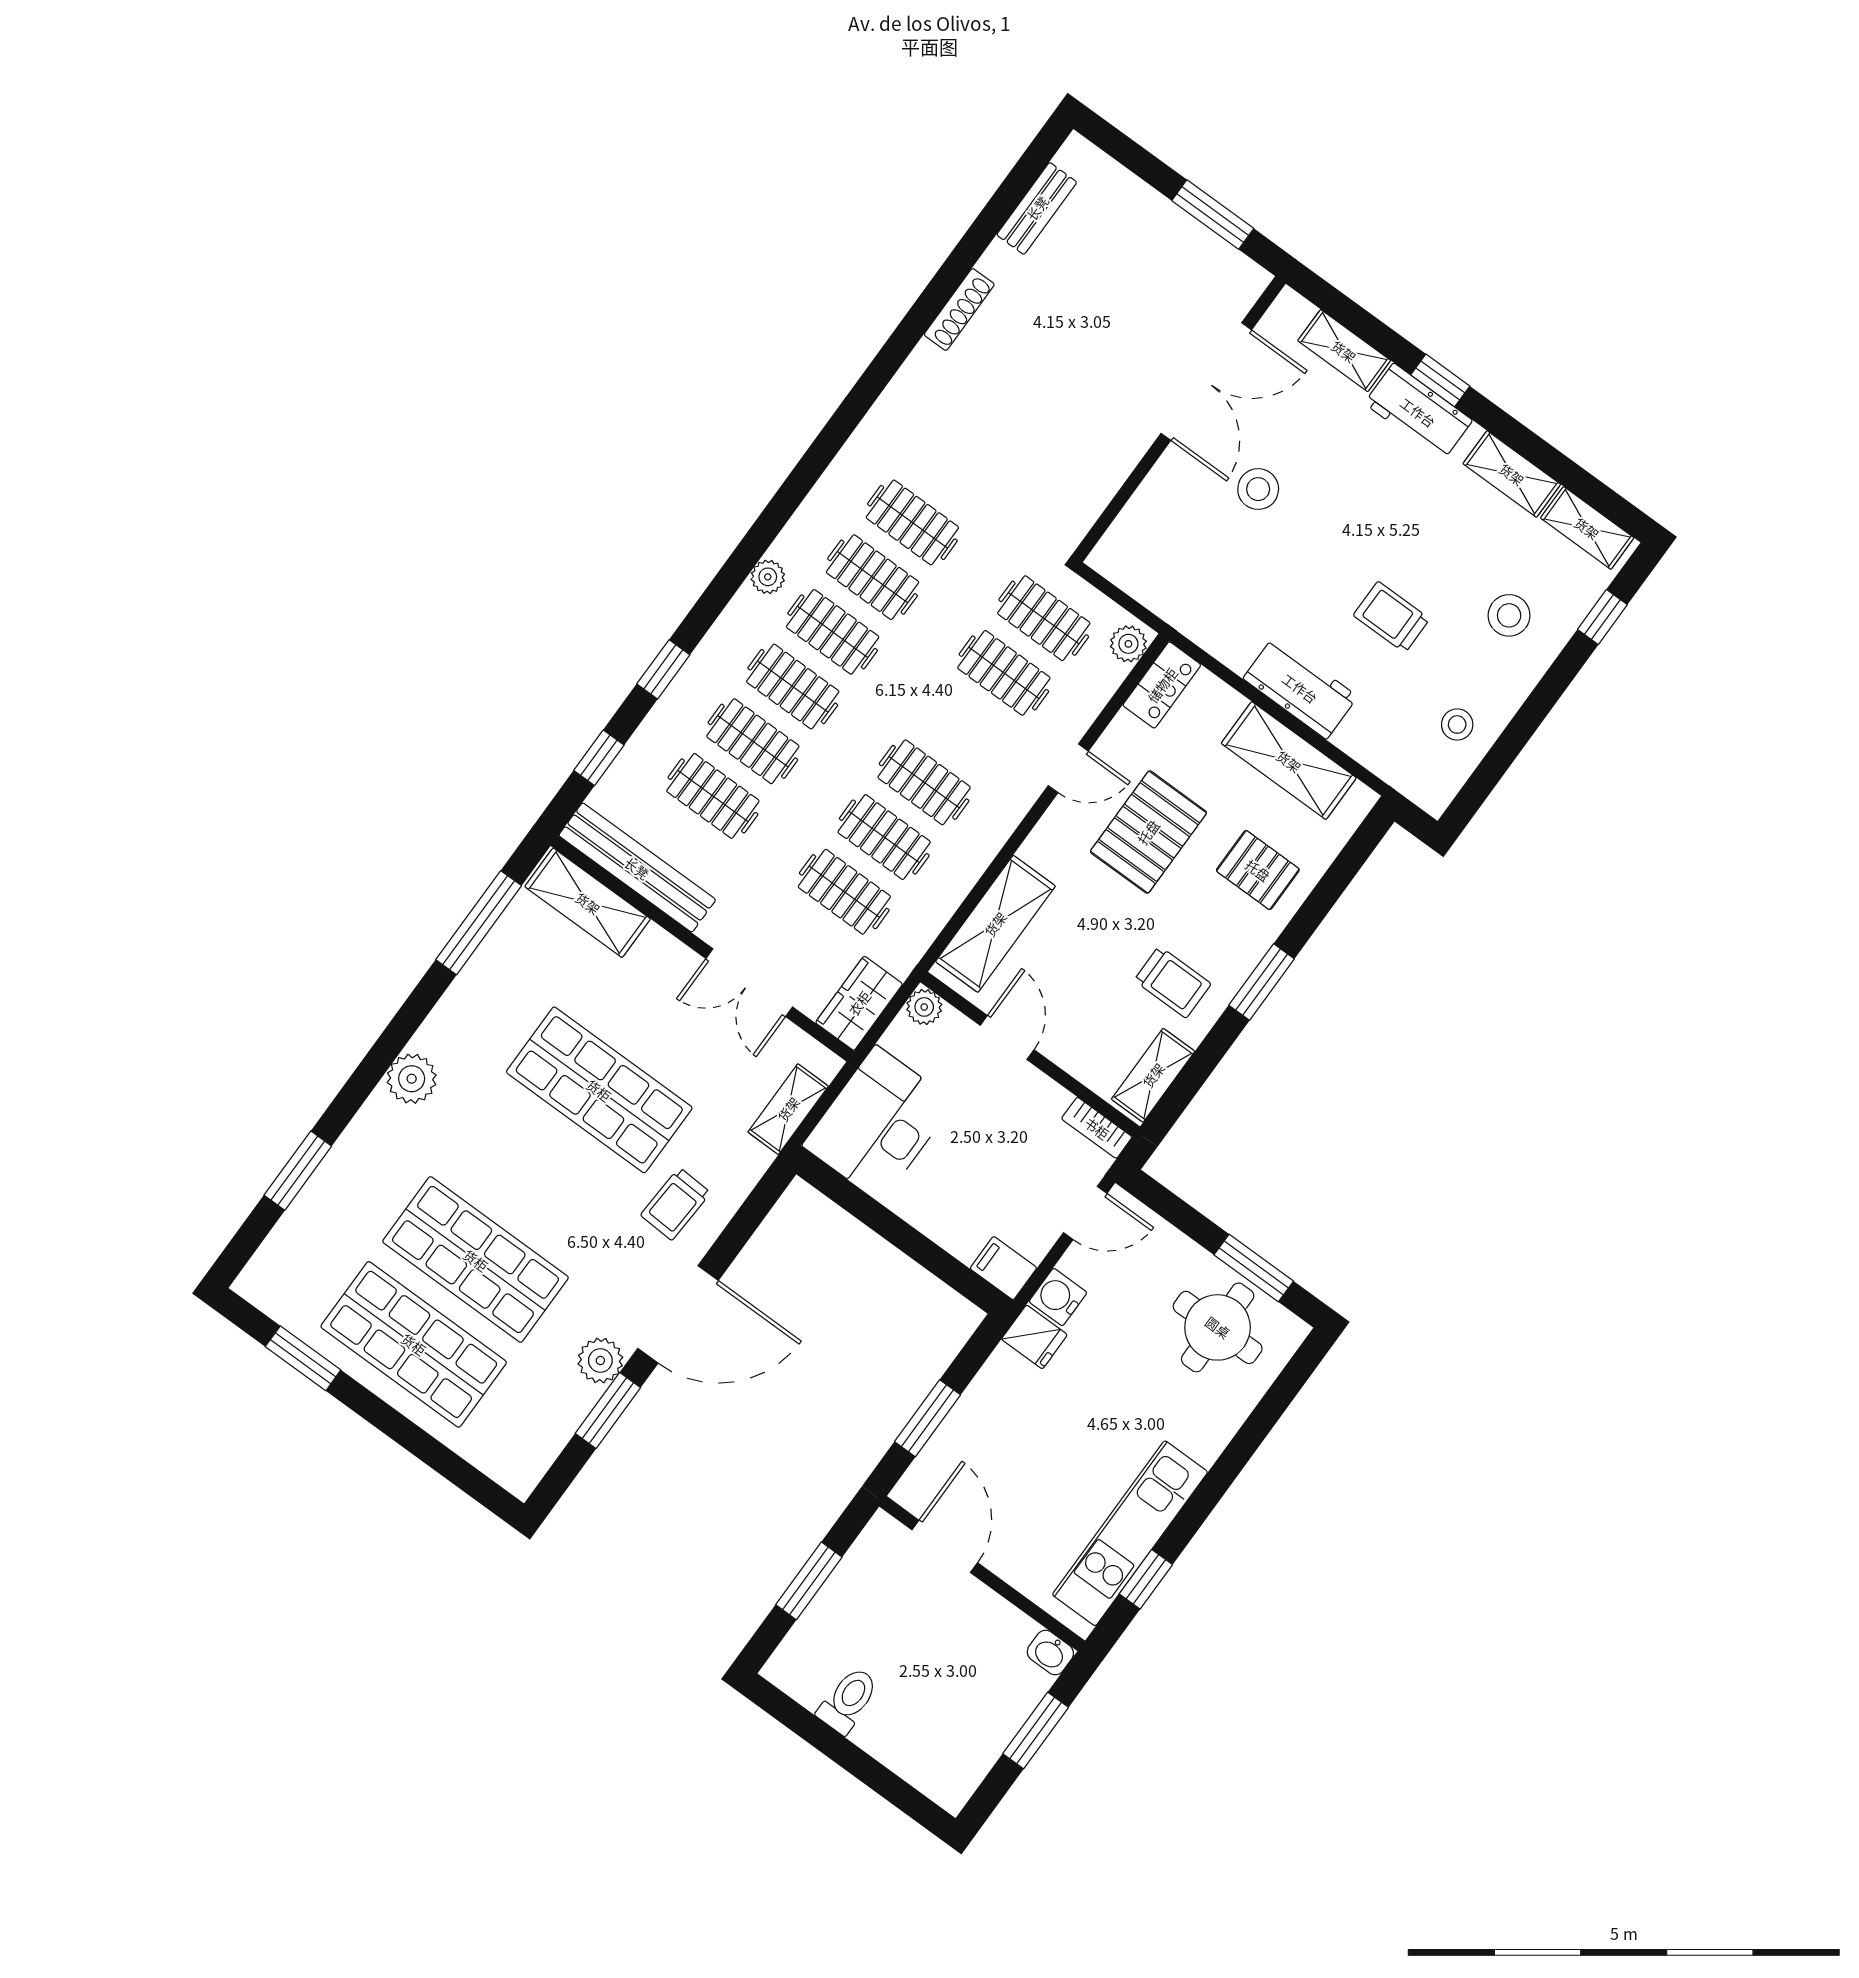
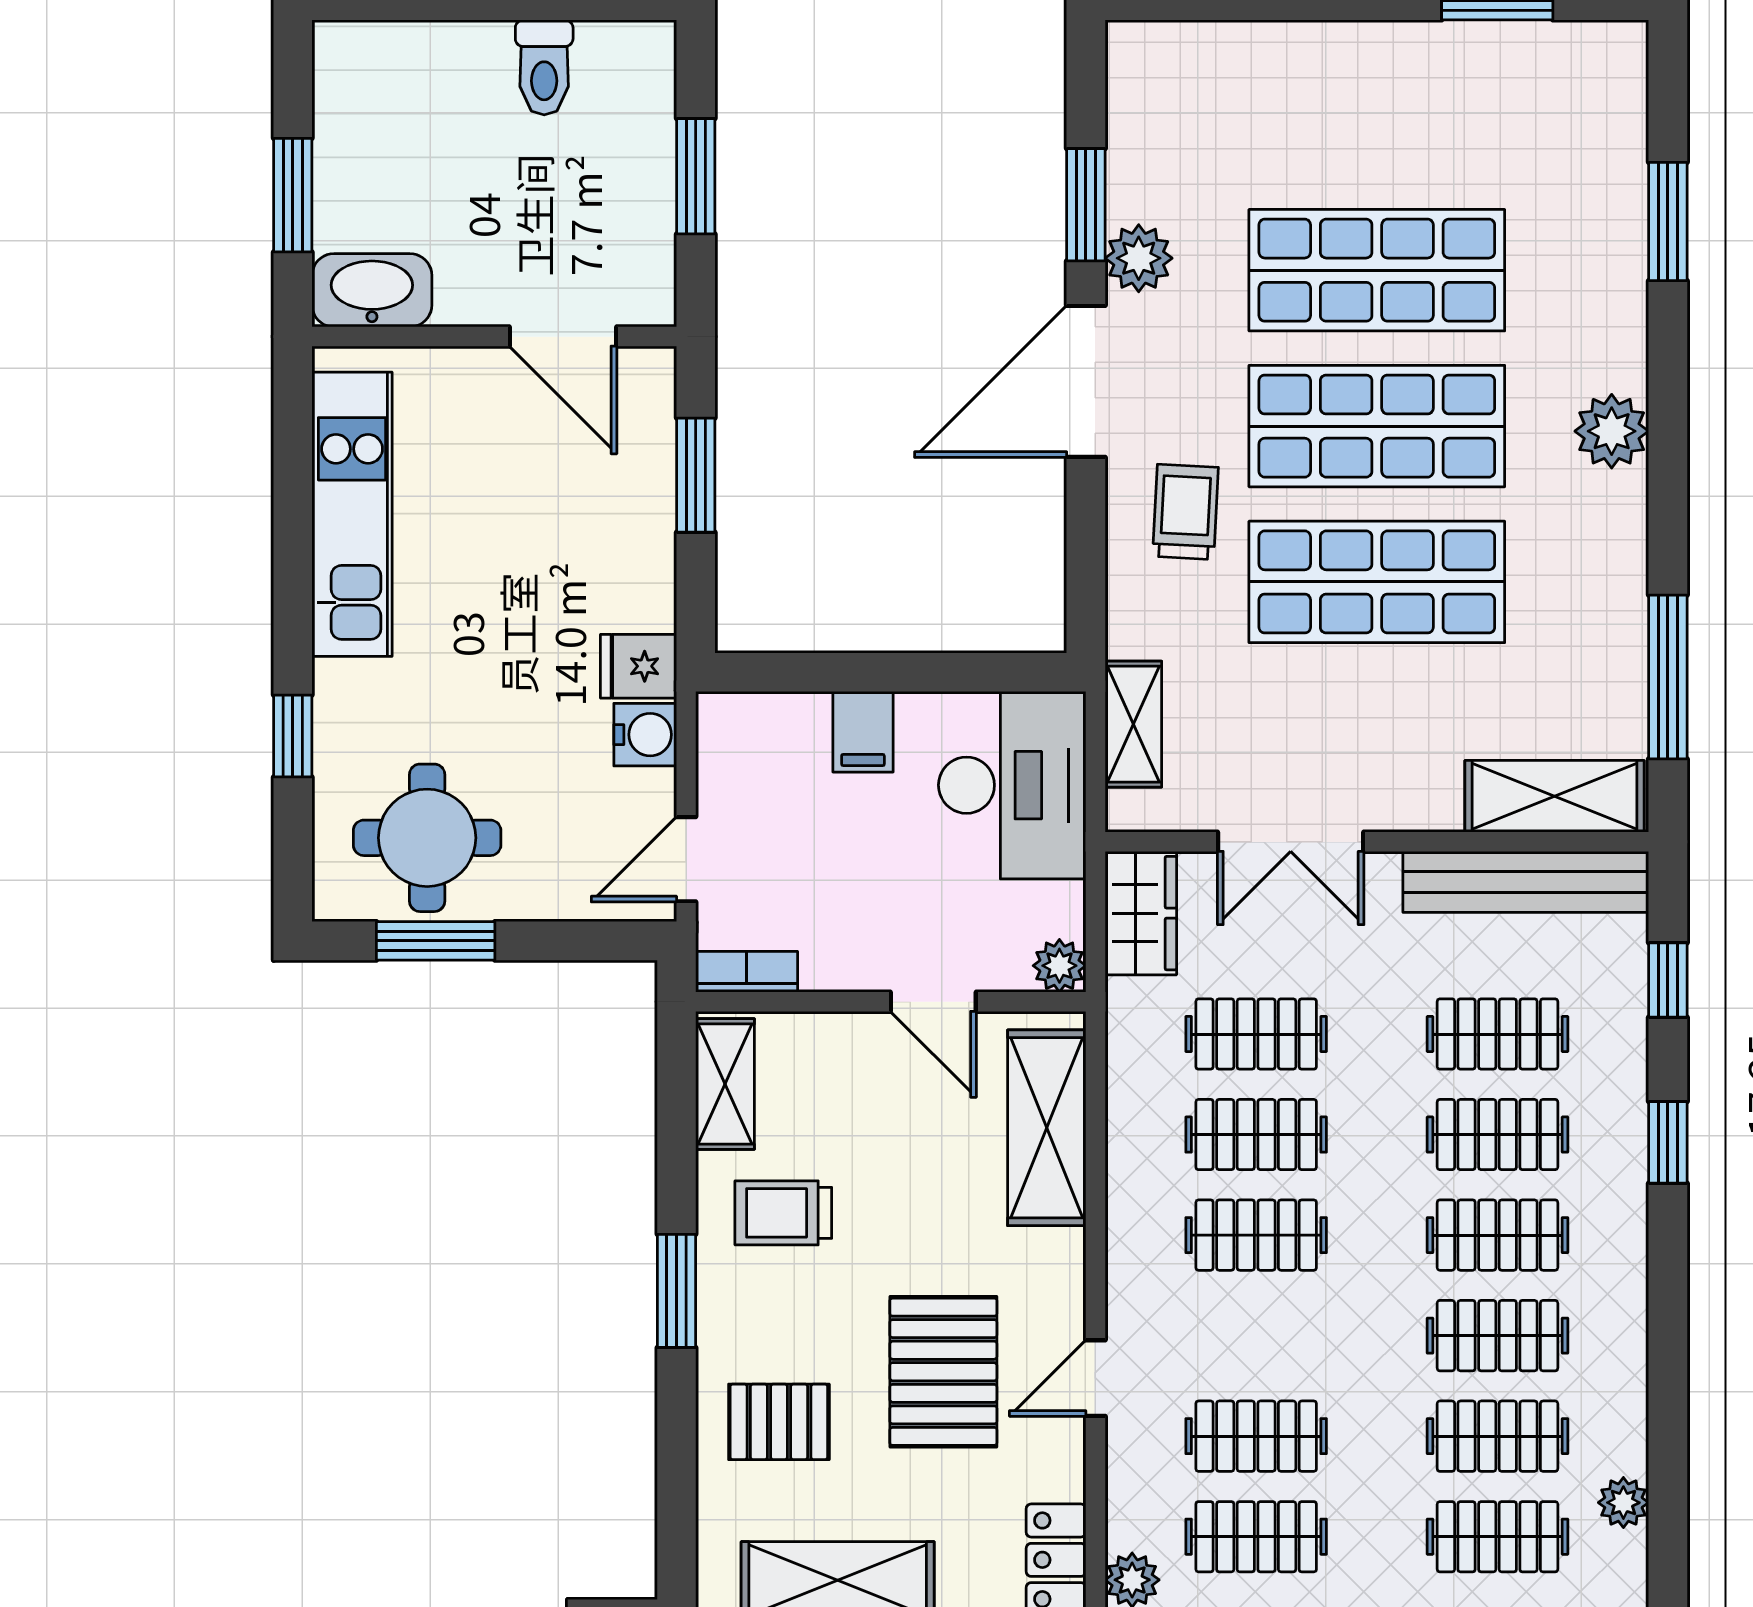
plant: (768, 577) -> (1623, 1503), moved
double door: (749, 983) -> (1291, 842), swing flipped
filing cabinet: (1003, 1268) -> (863, 732), moved, turned 90
shop shelf: (414, 1344) -> (1377, 426), moved
window: (1146, 1579) -> (293, 736), moved
washbasin: (1050, 1653) -> (372, 290), width x1.91, depth x1.45

